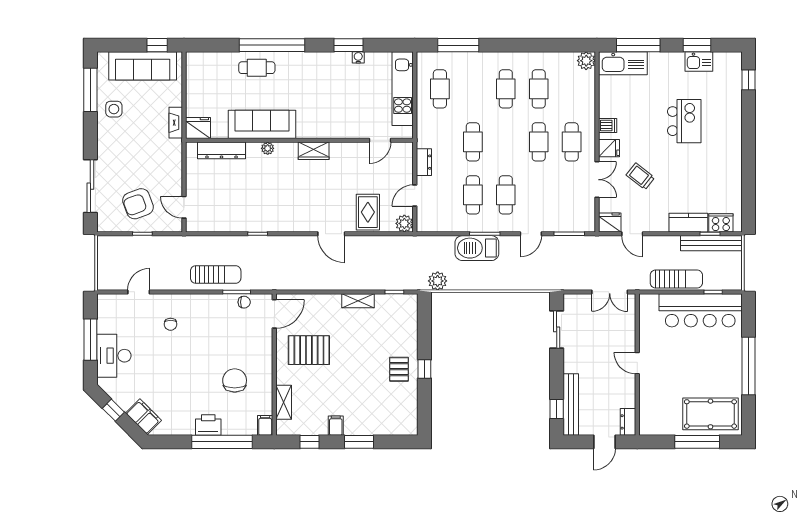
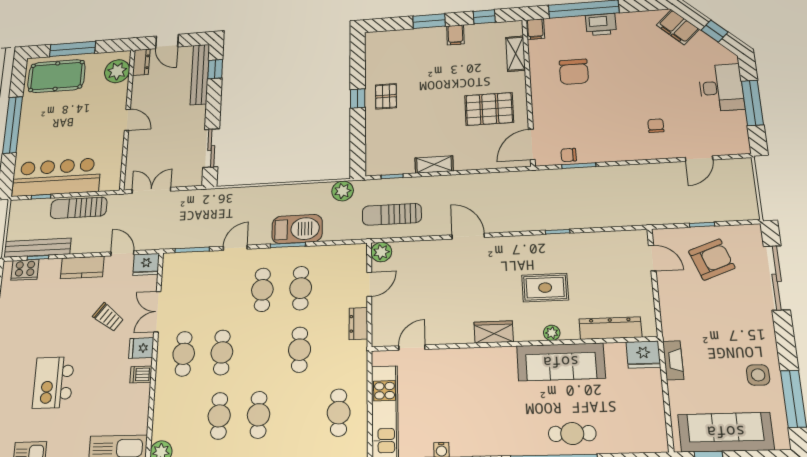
rug: (368, 212) -> (545, 288), moved, turned 90
kitchen counter: (688, 223) -> (82, 267), moved
sun lounger: (216, 274) -> (392, 214), moved
plant: (651, 414) -> (117, 71), added
door: (604, 442) -> (167, 41), swing flipped

